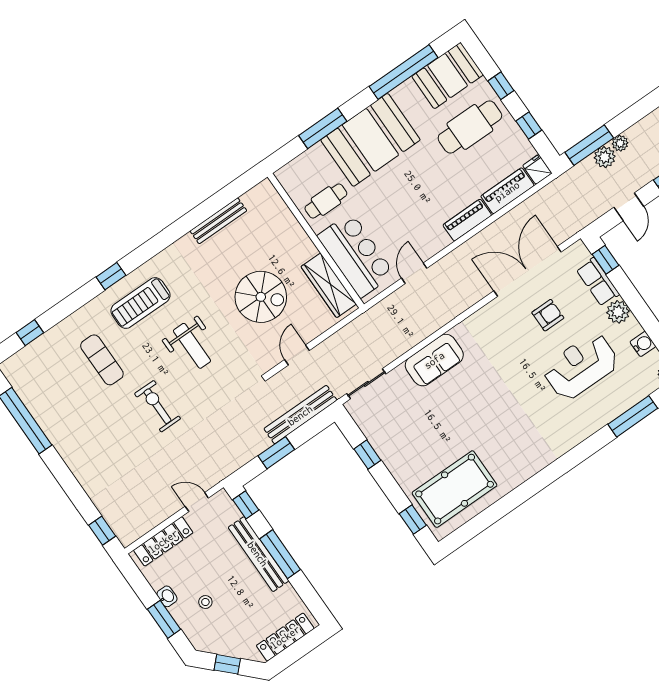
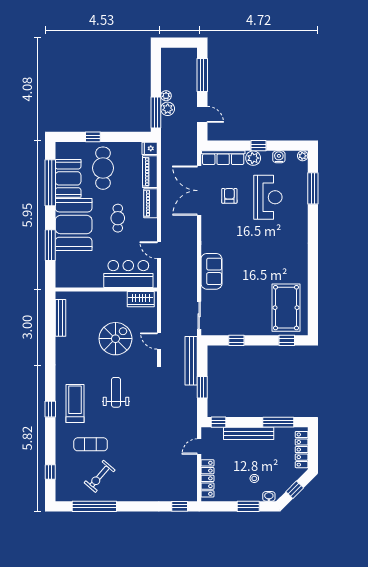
booth: (448, 76) -> (68, 178), moved
window: (529, 125) -> (124, 137), removed
cafe table: (326, 201) -> (118, 218), moved
bench: (218, 221) -> (60, 318), moved
window: (605, 260) -> (258, 146), moved
row of seats: (598, 282) -> (223, 158), width x1.48
wardrobe: (329, 285) -> (141, 299), width x0.67
treadmill: (141, 303) -> (75, 404), turned 180
weight bench: (192, 346) -> (116, 392), turned -90
reception desk: (581, 366) -> (268, 197), turned 180
exercise bike: (158, 406) -> (100, 476), moved, turned -49
window: (280, 554) -> (278, 422), moved
washbasin: (167, 596) -> (269, 496), moved

